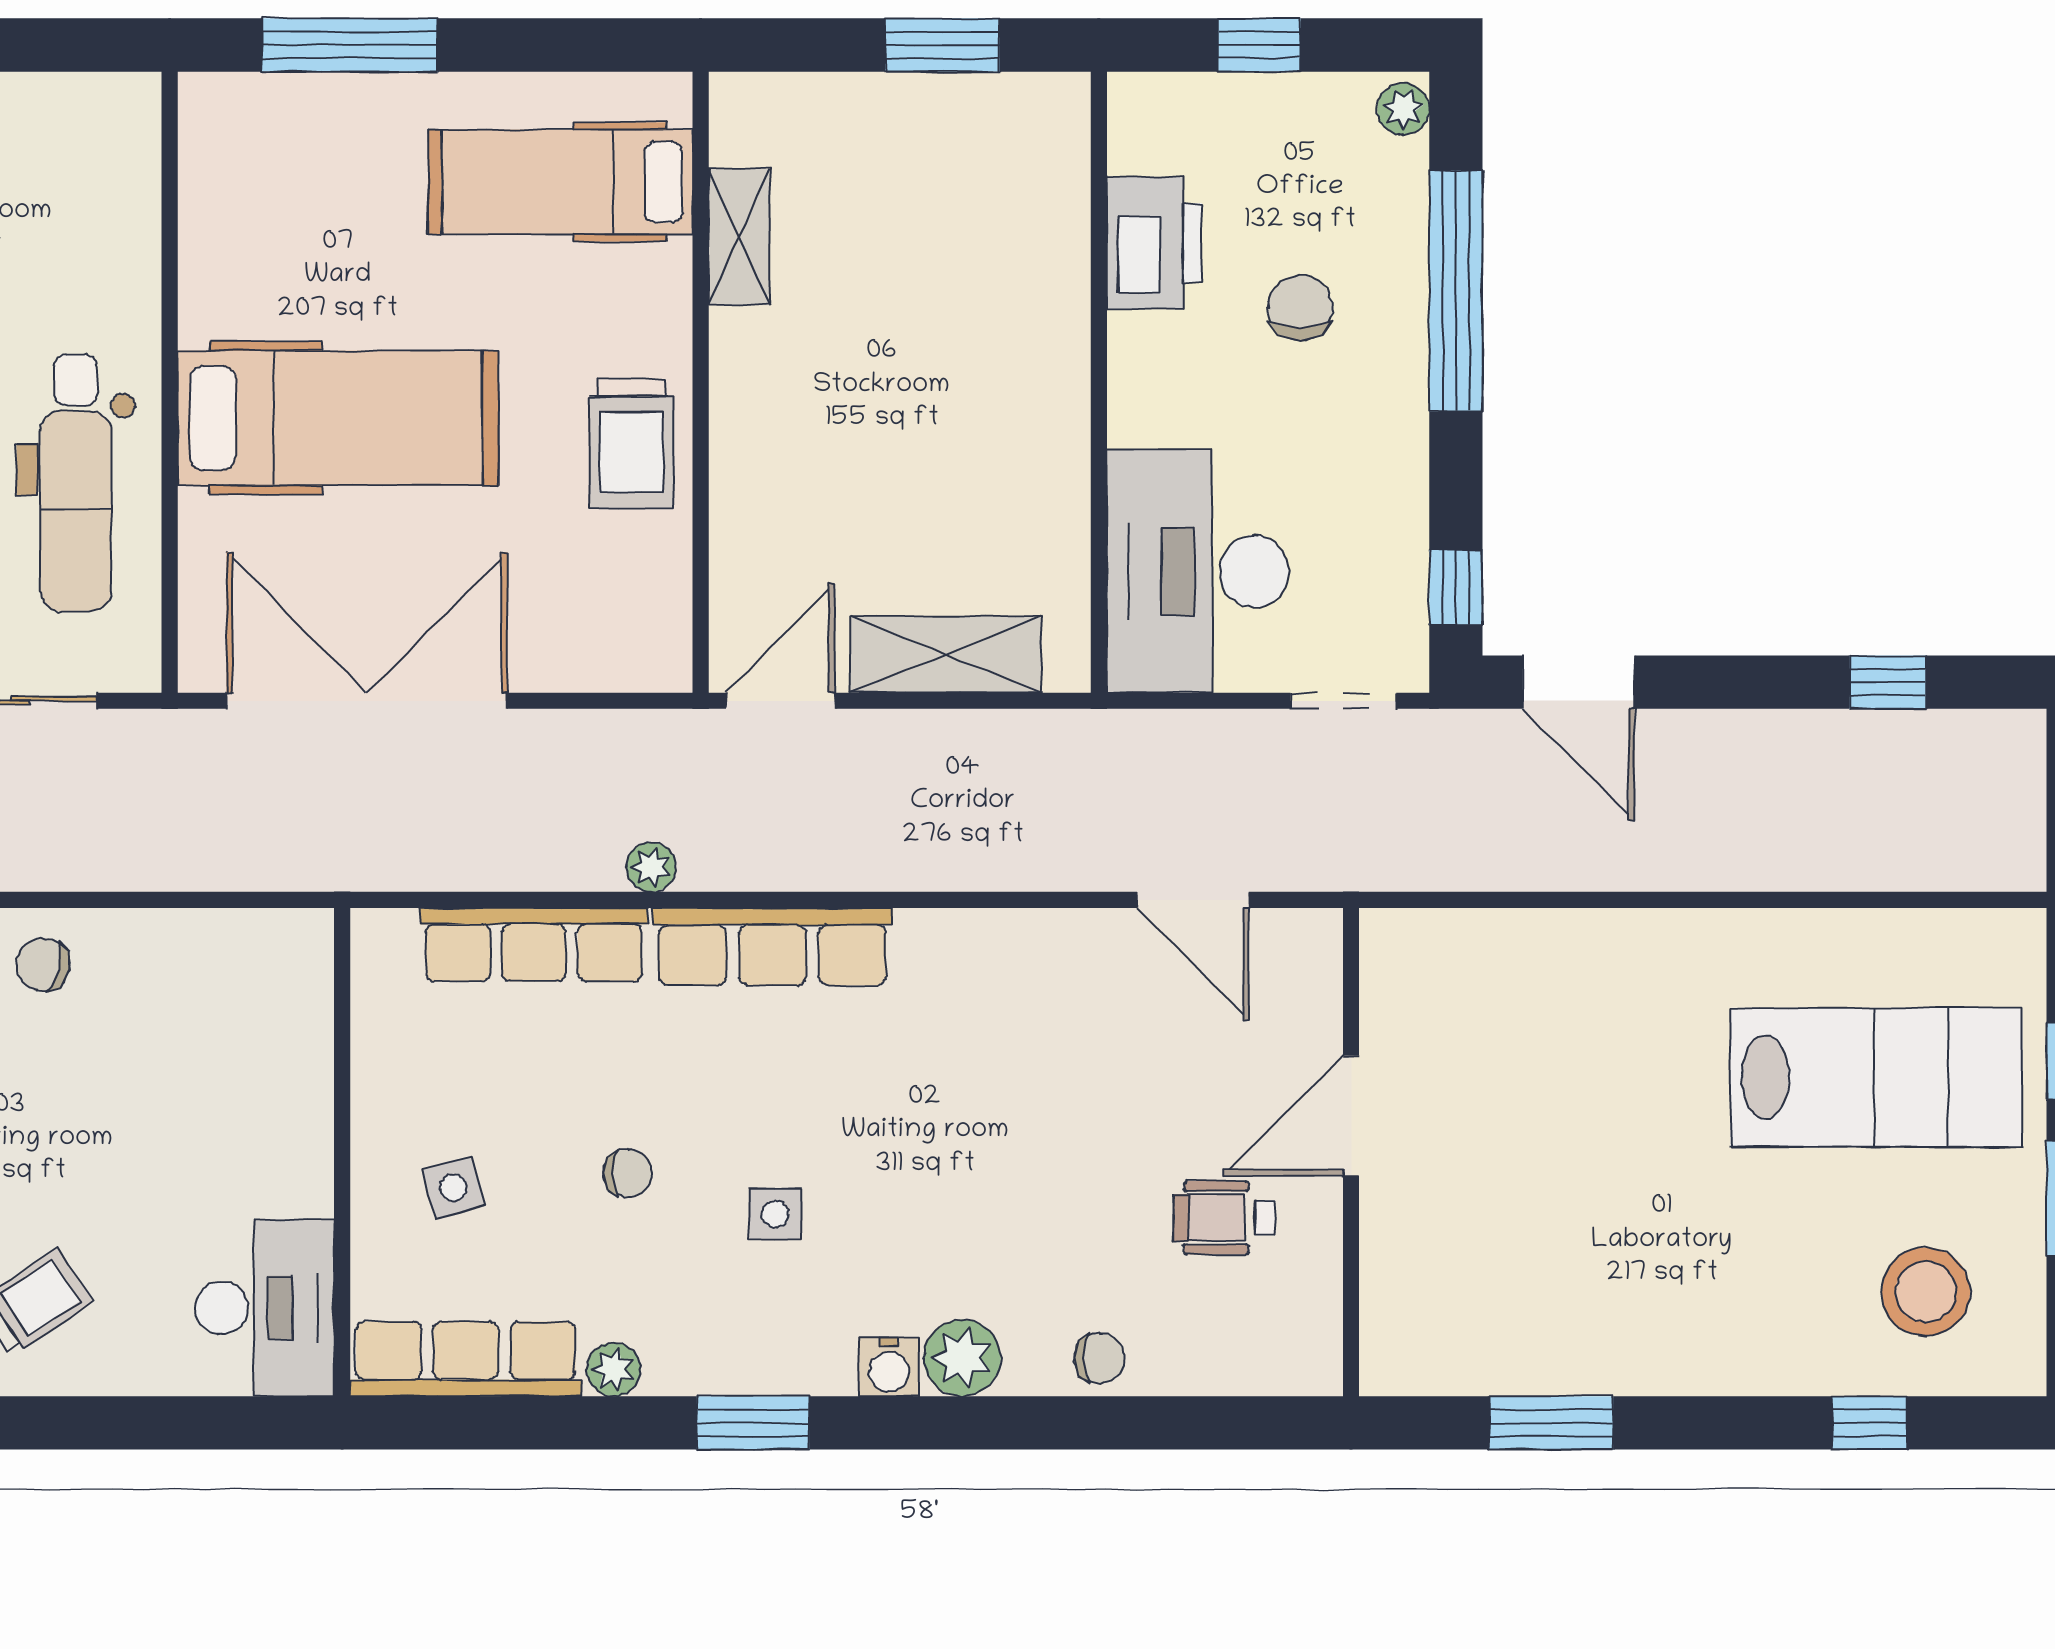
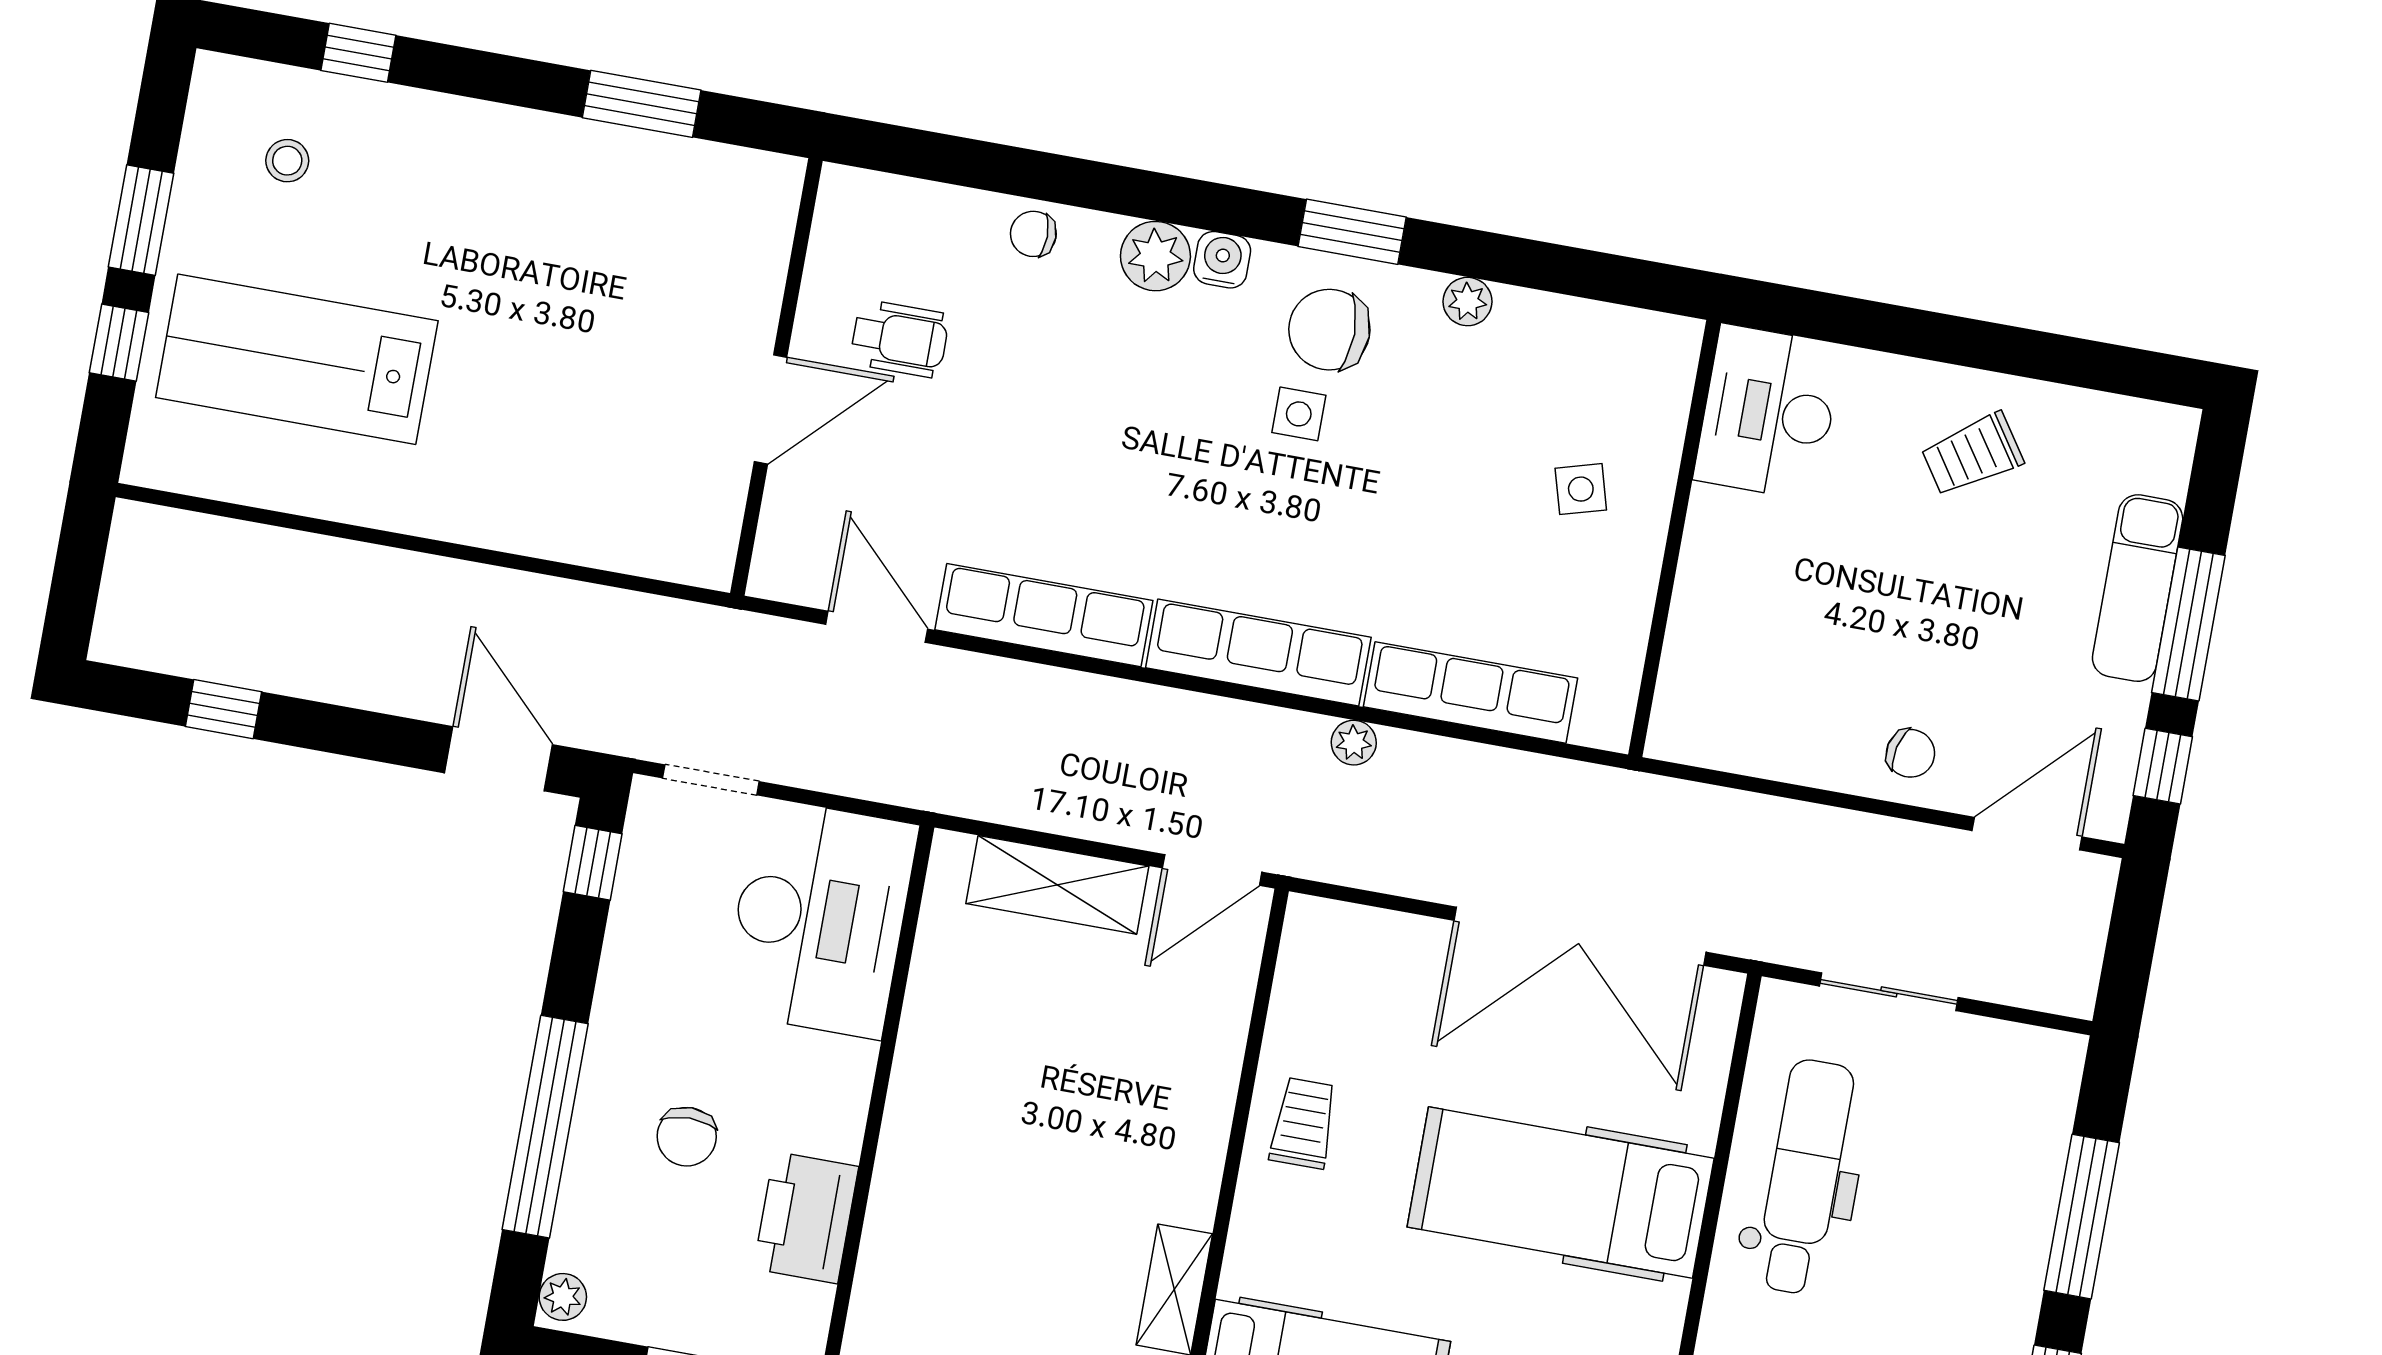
trolley: (631, 443) -> (1303, 1123), width x0.73, depth x0.72
chair: (628, 1173) -> (1329, 330), moved, width x1.87, depth x1.87
stool: (1926, 1292) -> (287, 161), width x0.53, depth x0.53
row of seats: (466, 1359) -> (1044, 615), moved, turned 180

